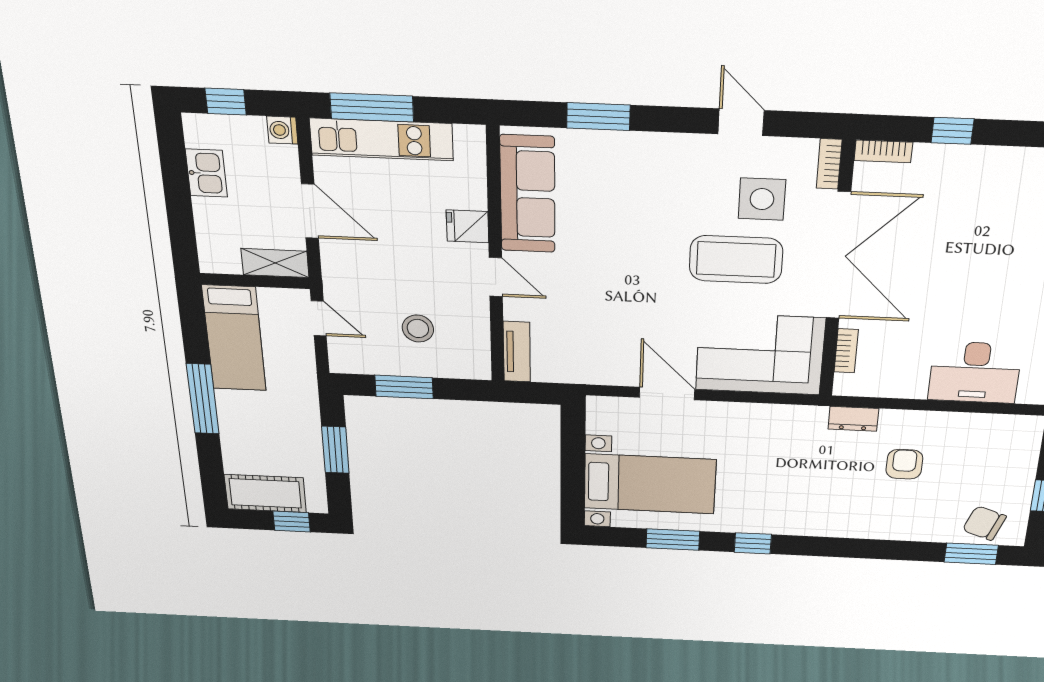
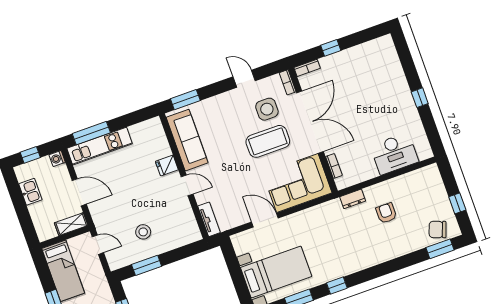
sofa: (528, 194) -> (187, 140), moved
fridge: (467, 226) -> (167, 166), moved
wall: (495, 258) -> (184, 176), moved
door: (496, 277) -> (187, 185), moved
tv unit: (517, 352) -> (209, 219), moved

